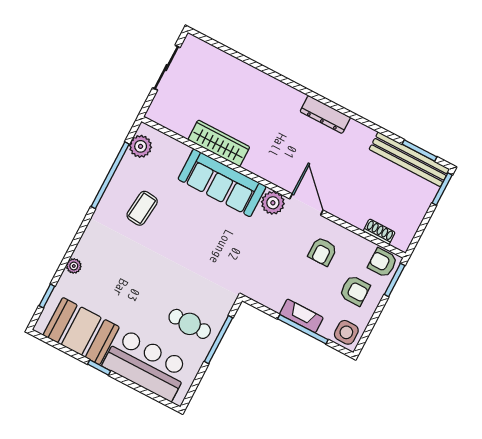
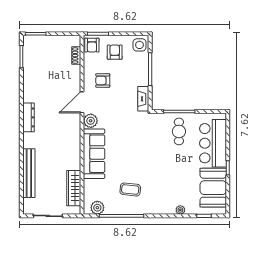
wardrobe: (219, 143) -> (74, 188), moved
bench: (409, 159) -> (29, 173), moved
armchair: (322, 252) -> (103, 80), turned 180
fireplace: (301, 316) -> (143, 99), moved

